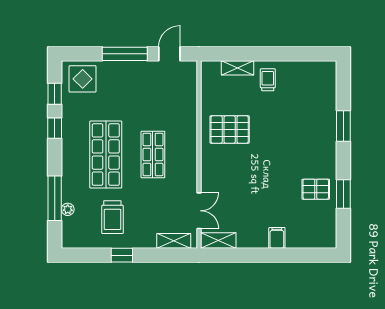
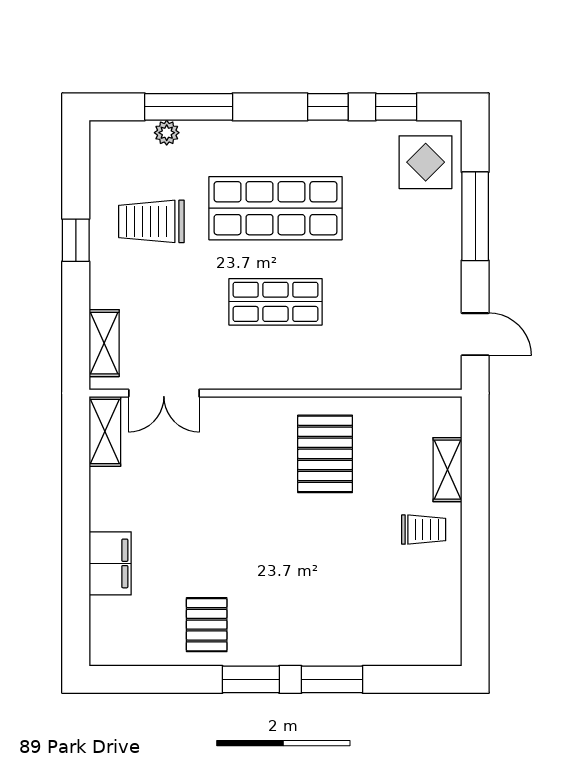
window: (125, 54) -> (475, 216), moved
window: (343, 194) -> (251, 679), moved
filing cabinet: (277, 238) -> (110, 563), width x2.00

